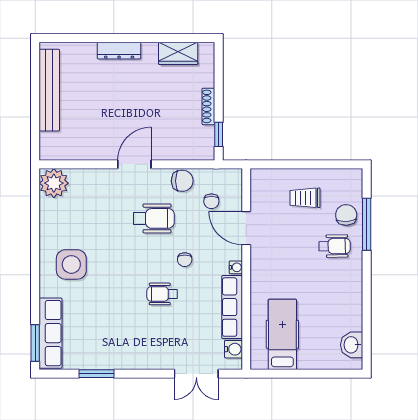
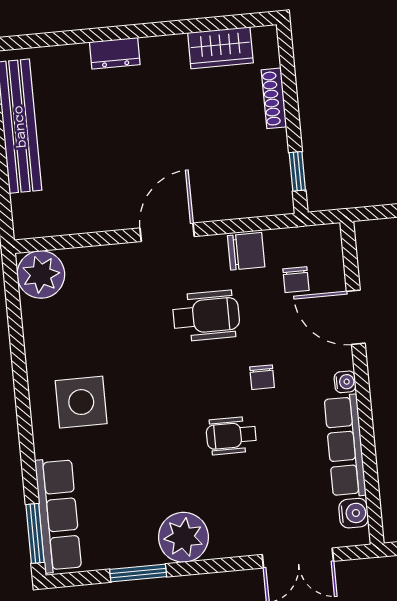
dresser: (119, 51) -> (115, 53), width x0.70
shoe rack: (208, 106) -> (274, 98), moved
plant: (127, 354) -> (183, 537), added

